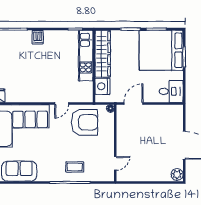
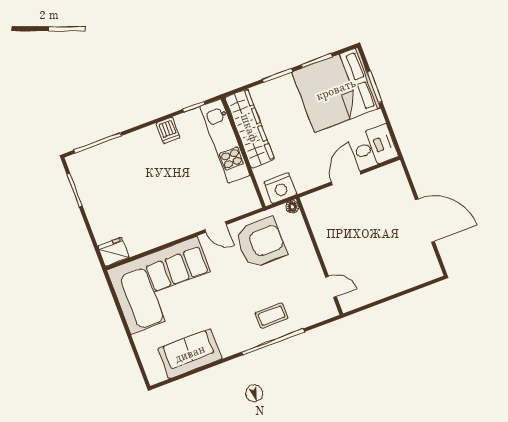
dishwasher: (38, 37) -> (168, 130), moved
nightstand: (102, 86) -> (280, 188), moved, turned -90
door: (62, 104) -> (216, 227), hinge flipped
door: (133, 104) -> (346, 178), moved
door: (115, 163) -> (331, 287), hinge flipped
plant: (177, 175) -> (431, 269), removed

